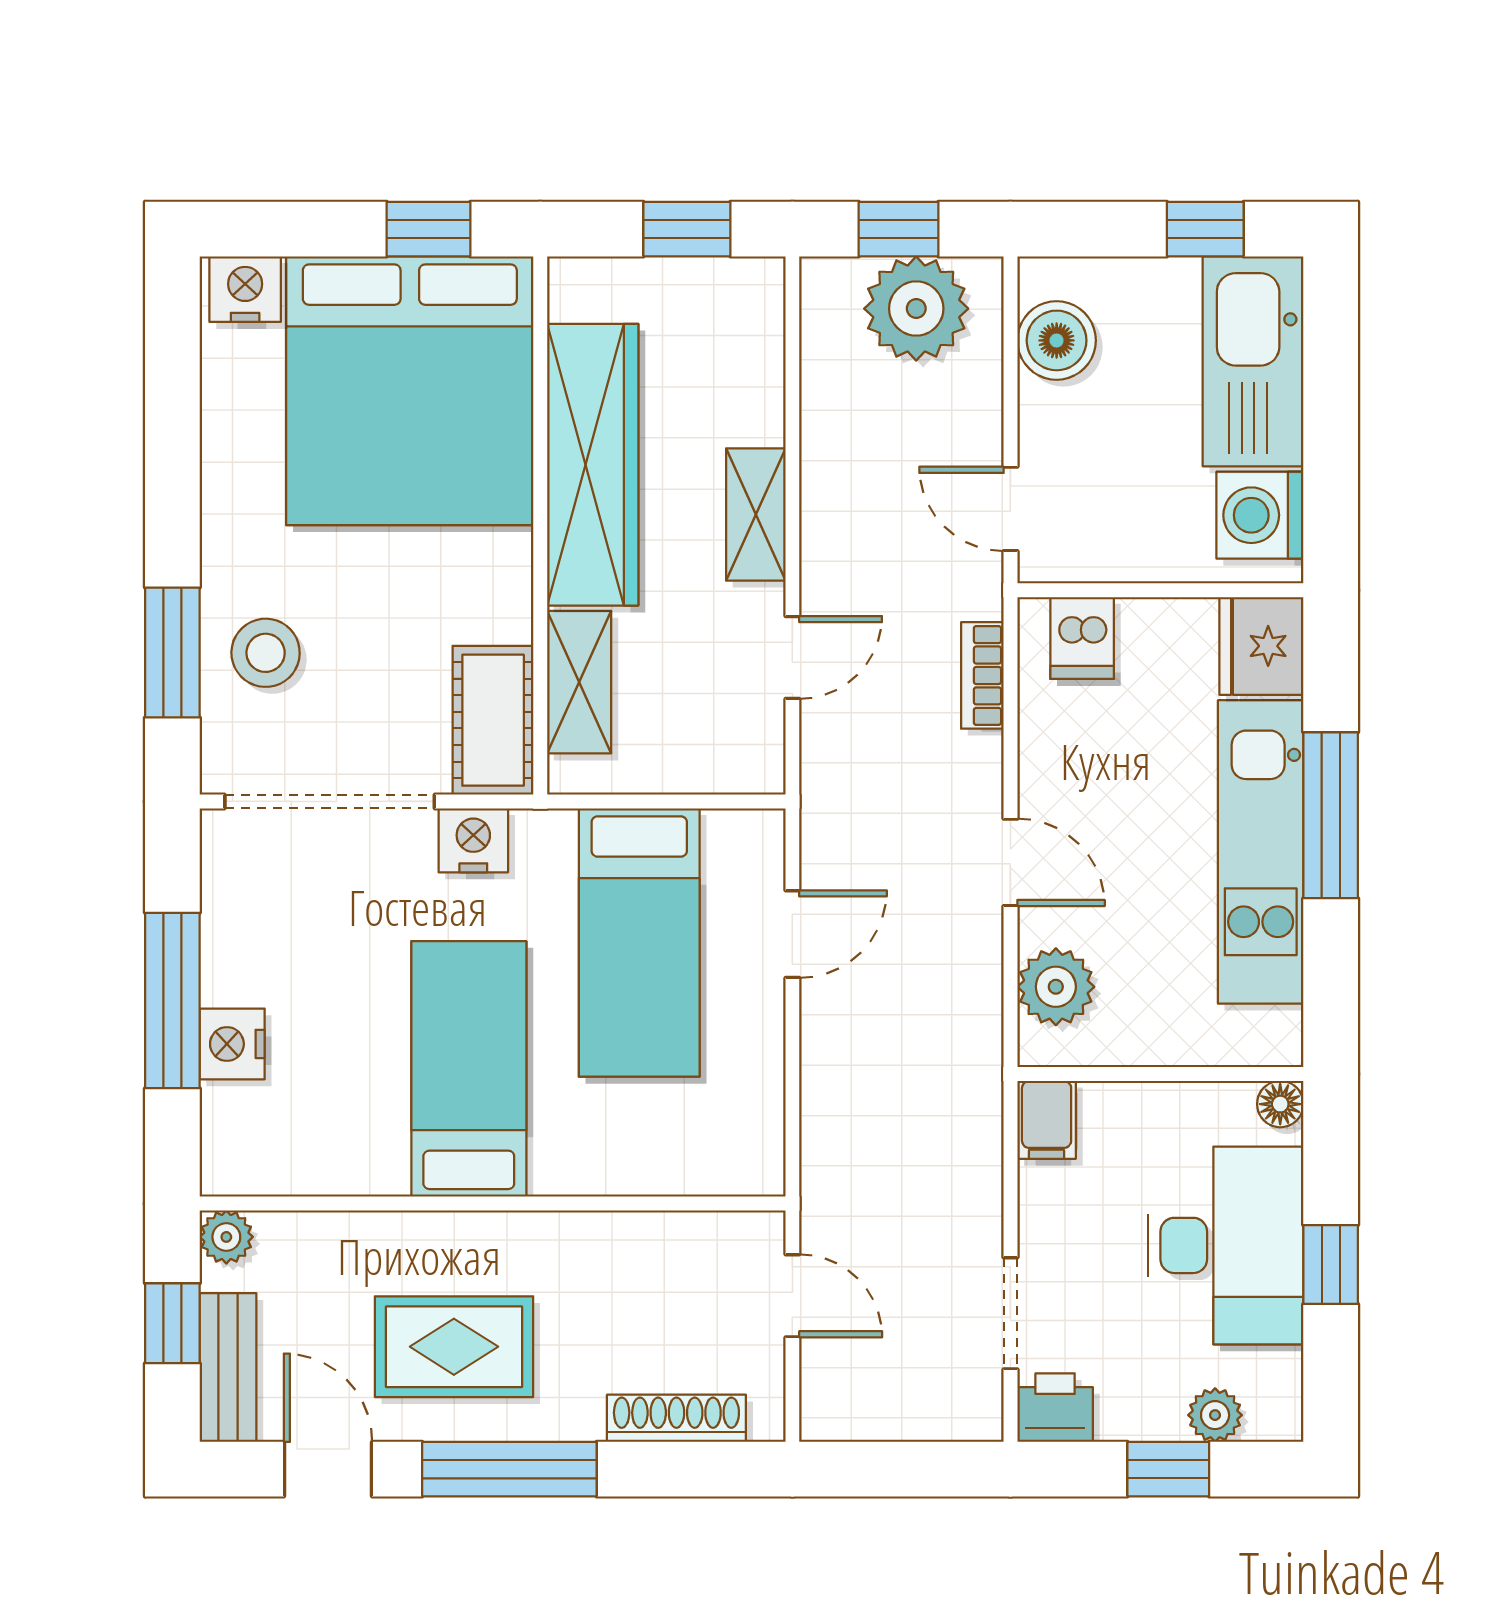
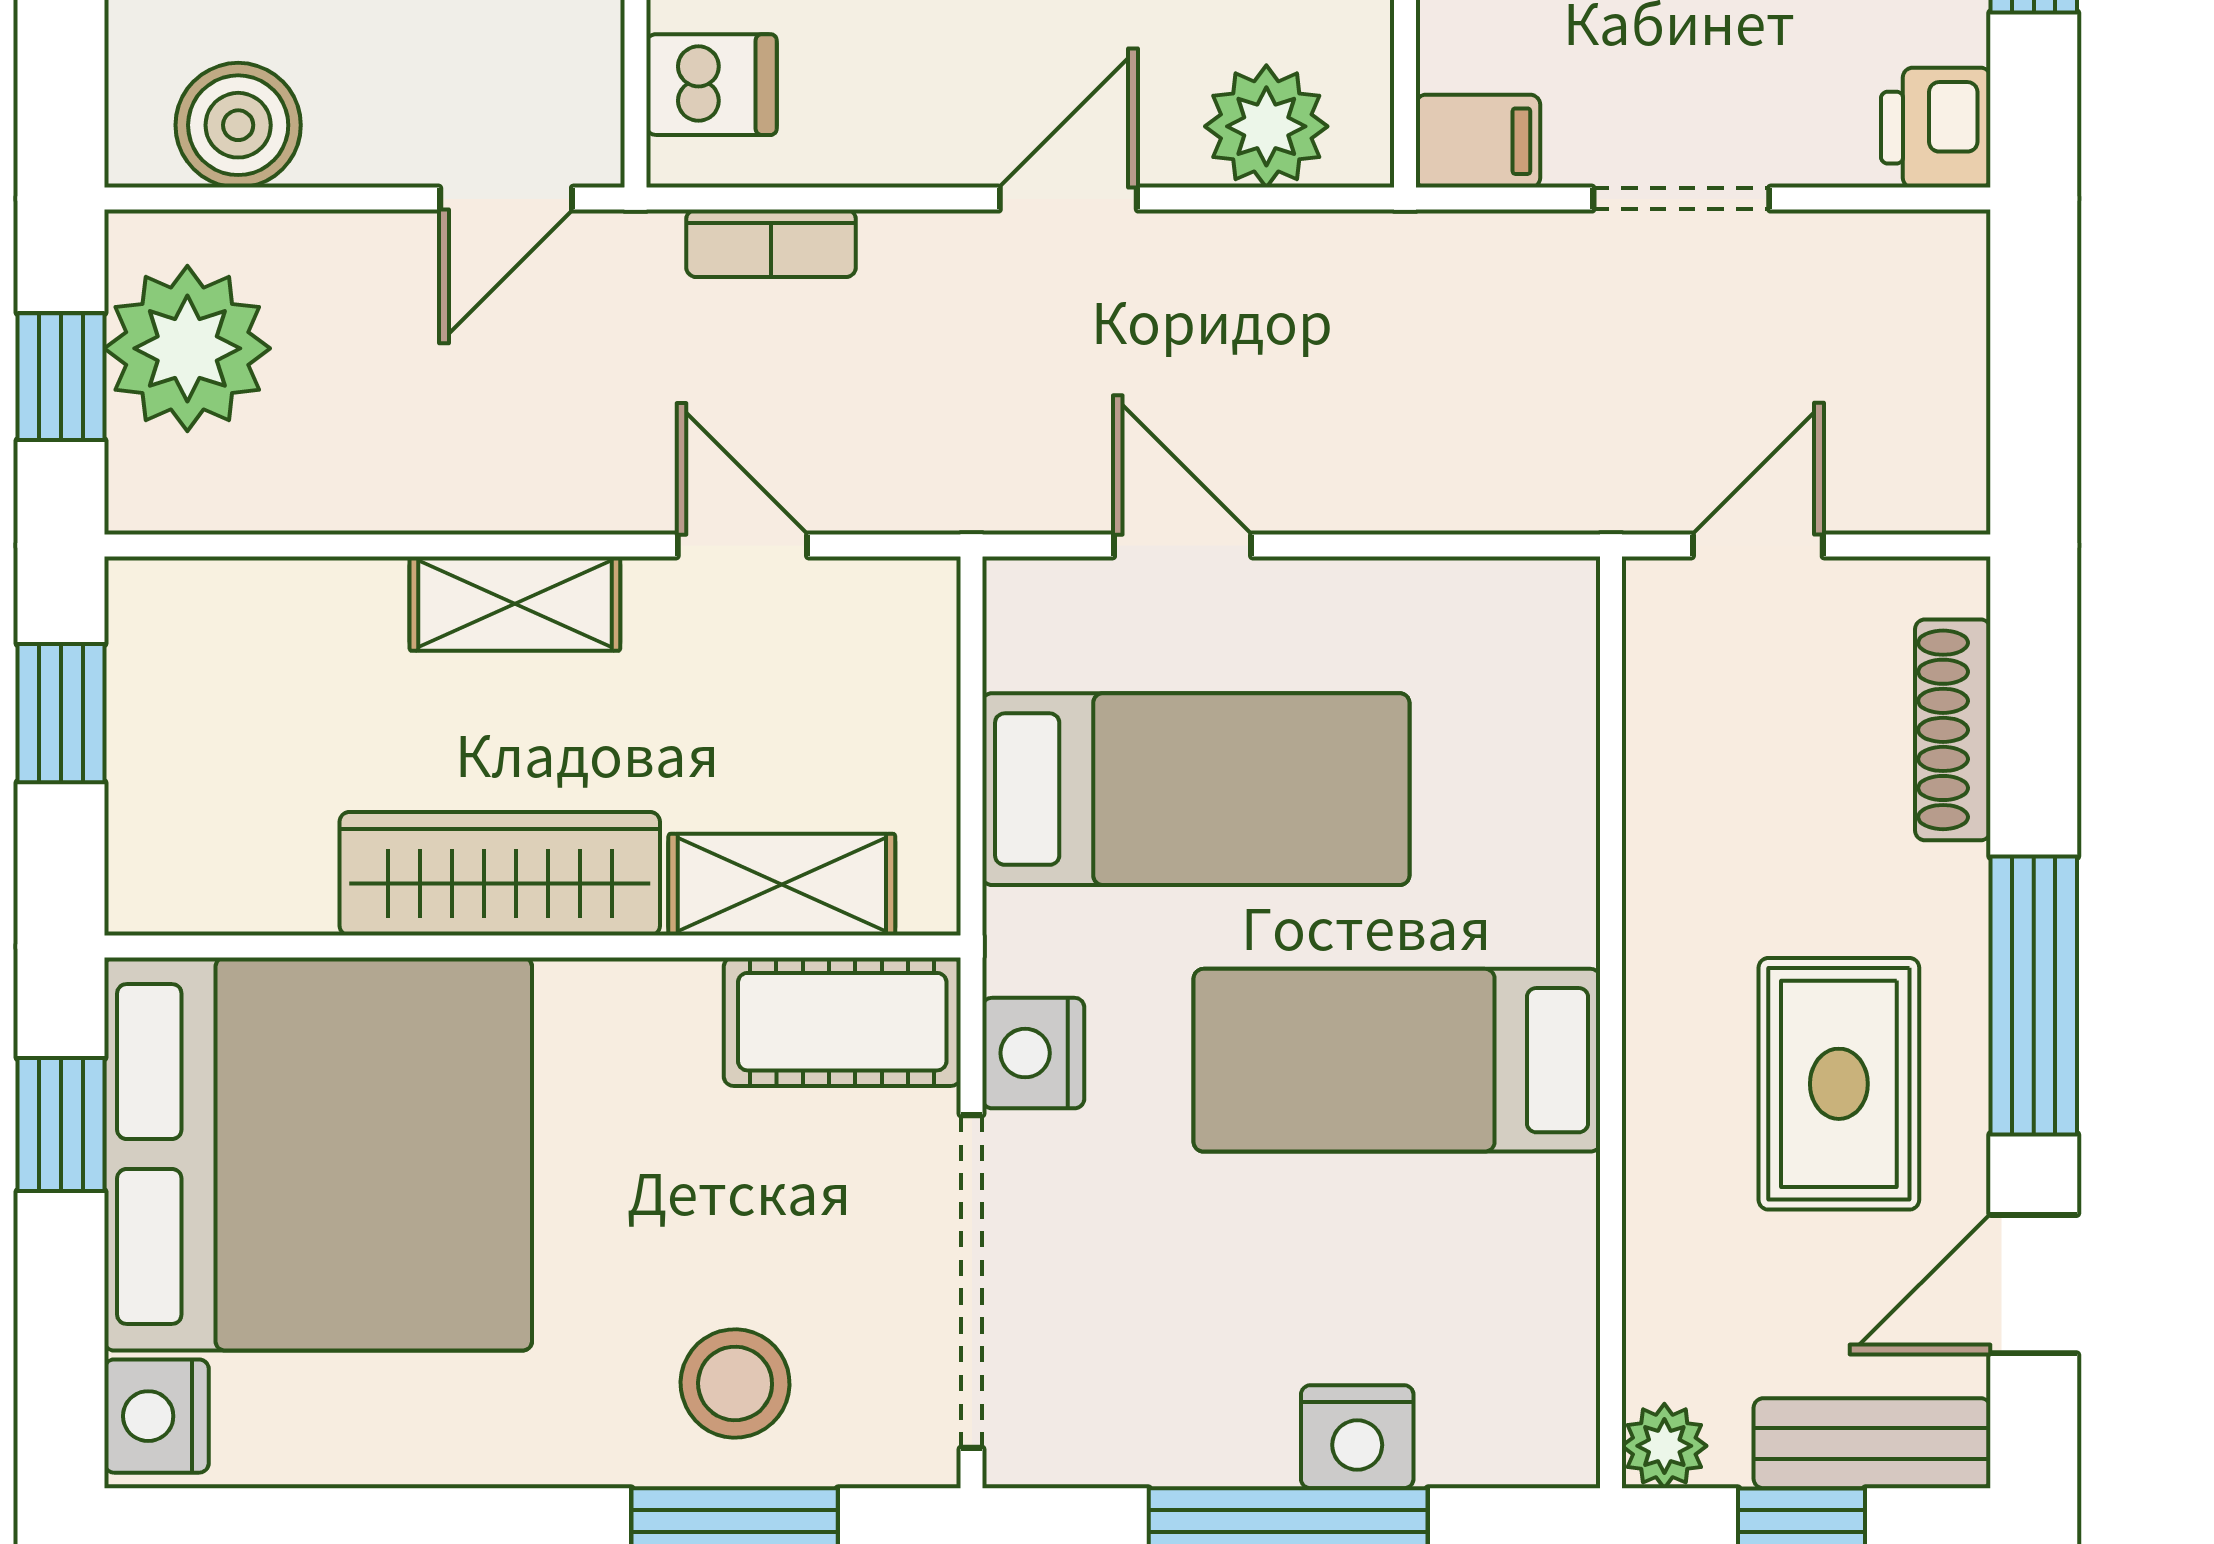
wardrobe: (593, 465) -> (500, 874), width x0.71, depth x0.85
doorway: (1010, 1313) -> (1681, 199), moved

